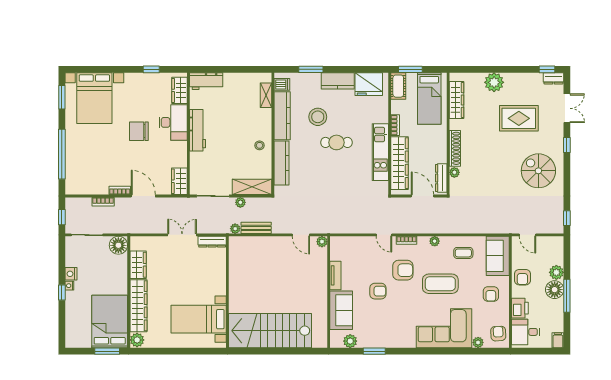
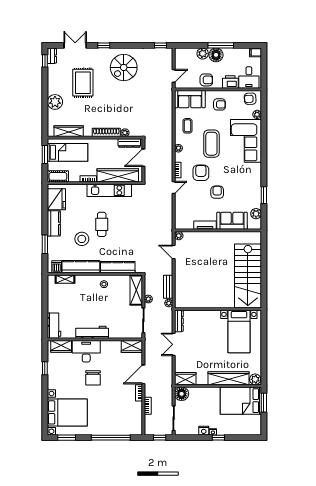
window: (410, 69) -> (45, 155), moved
door: (301, 235) -> (174, 252), swing flipped
wardrobe: (138, 265) -> (185, 379), moved

